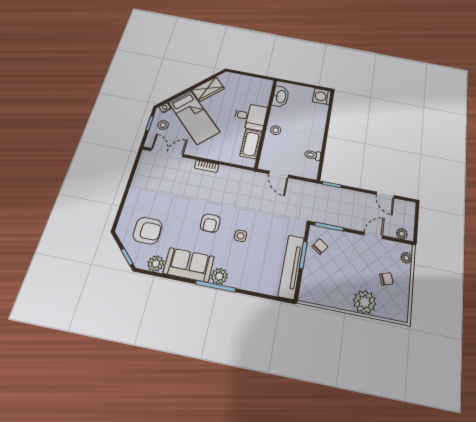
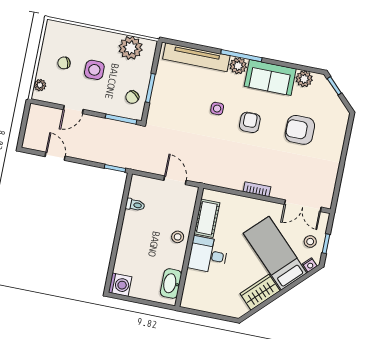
armchair: (148, 231) -> (300, 130), moved
plant: (402, 234) -> (42, 112), removed
tv unit: (291, 267) -> (196, 57), moved, turned 90
side table: (357, 272) -> (94, 70), added
plant: (365, 302) -> (131, 48), moved

